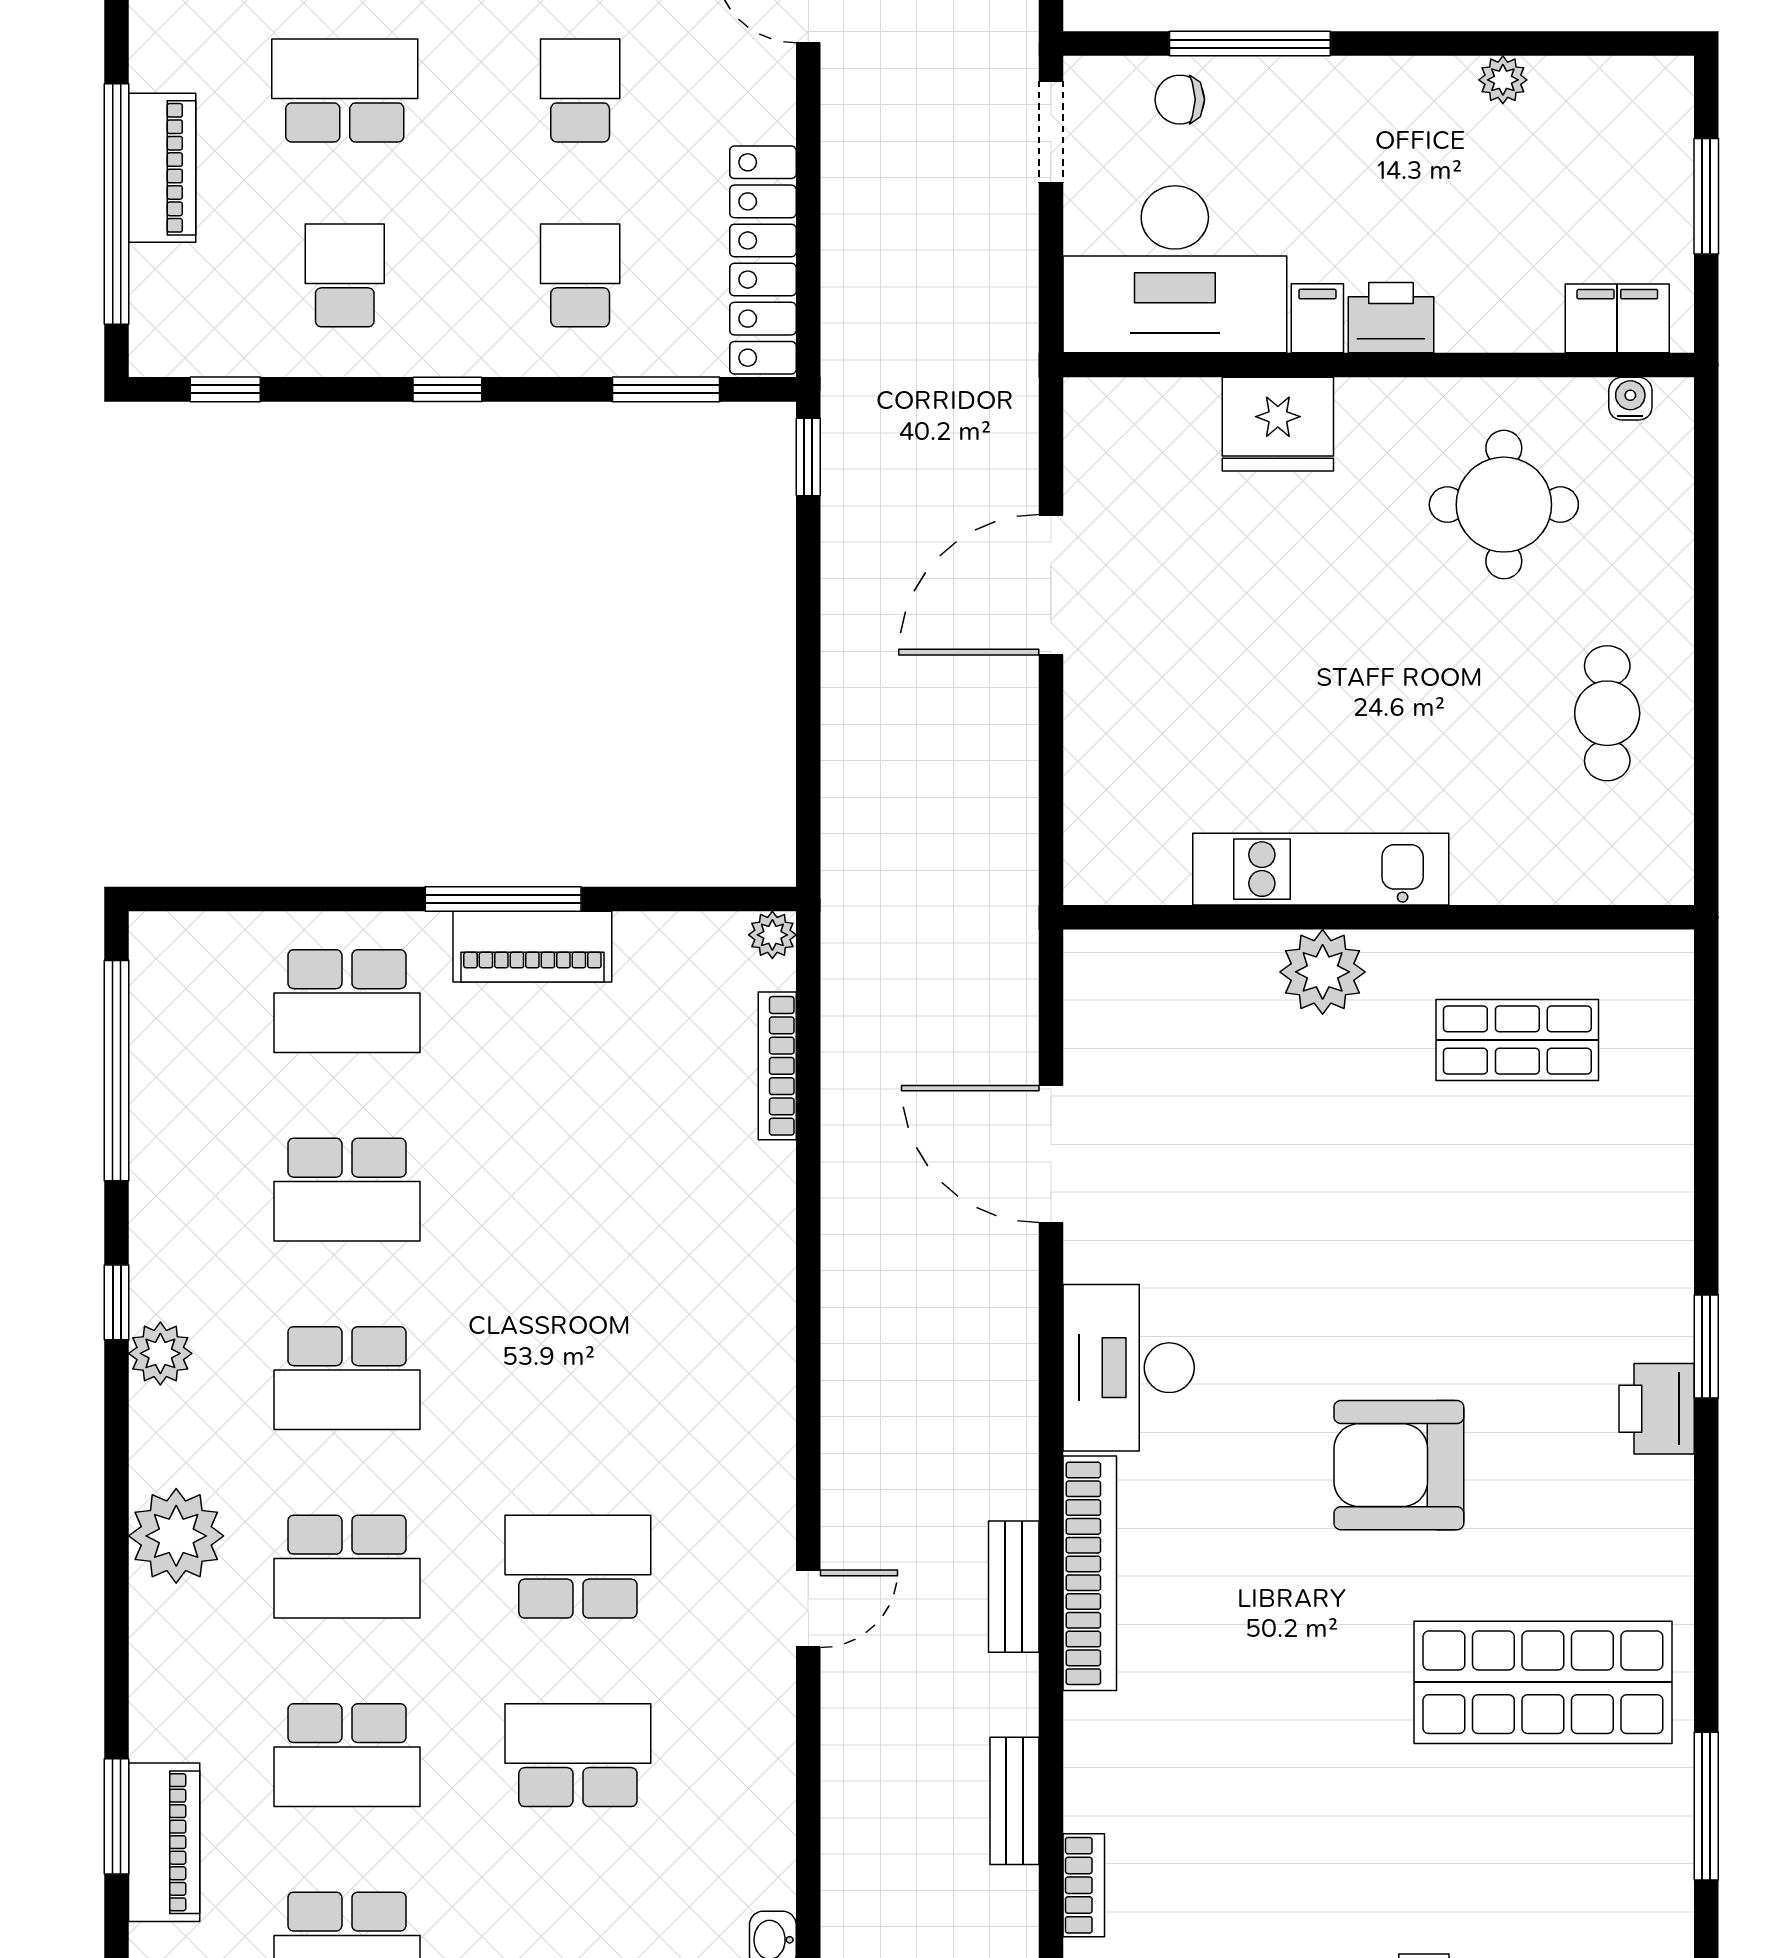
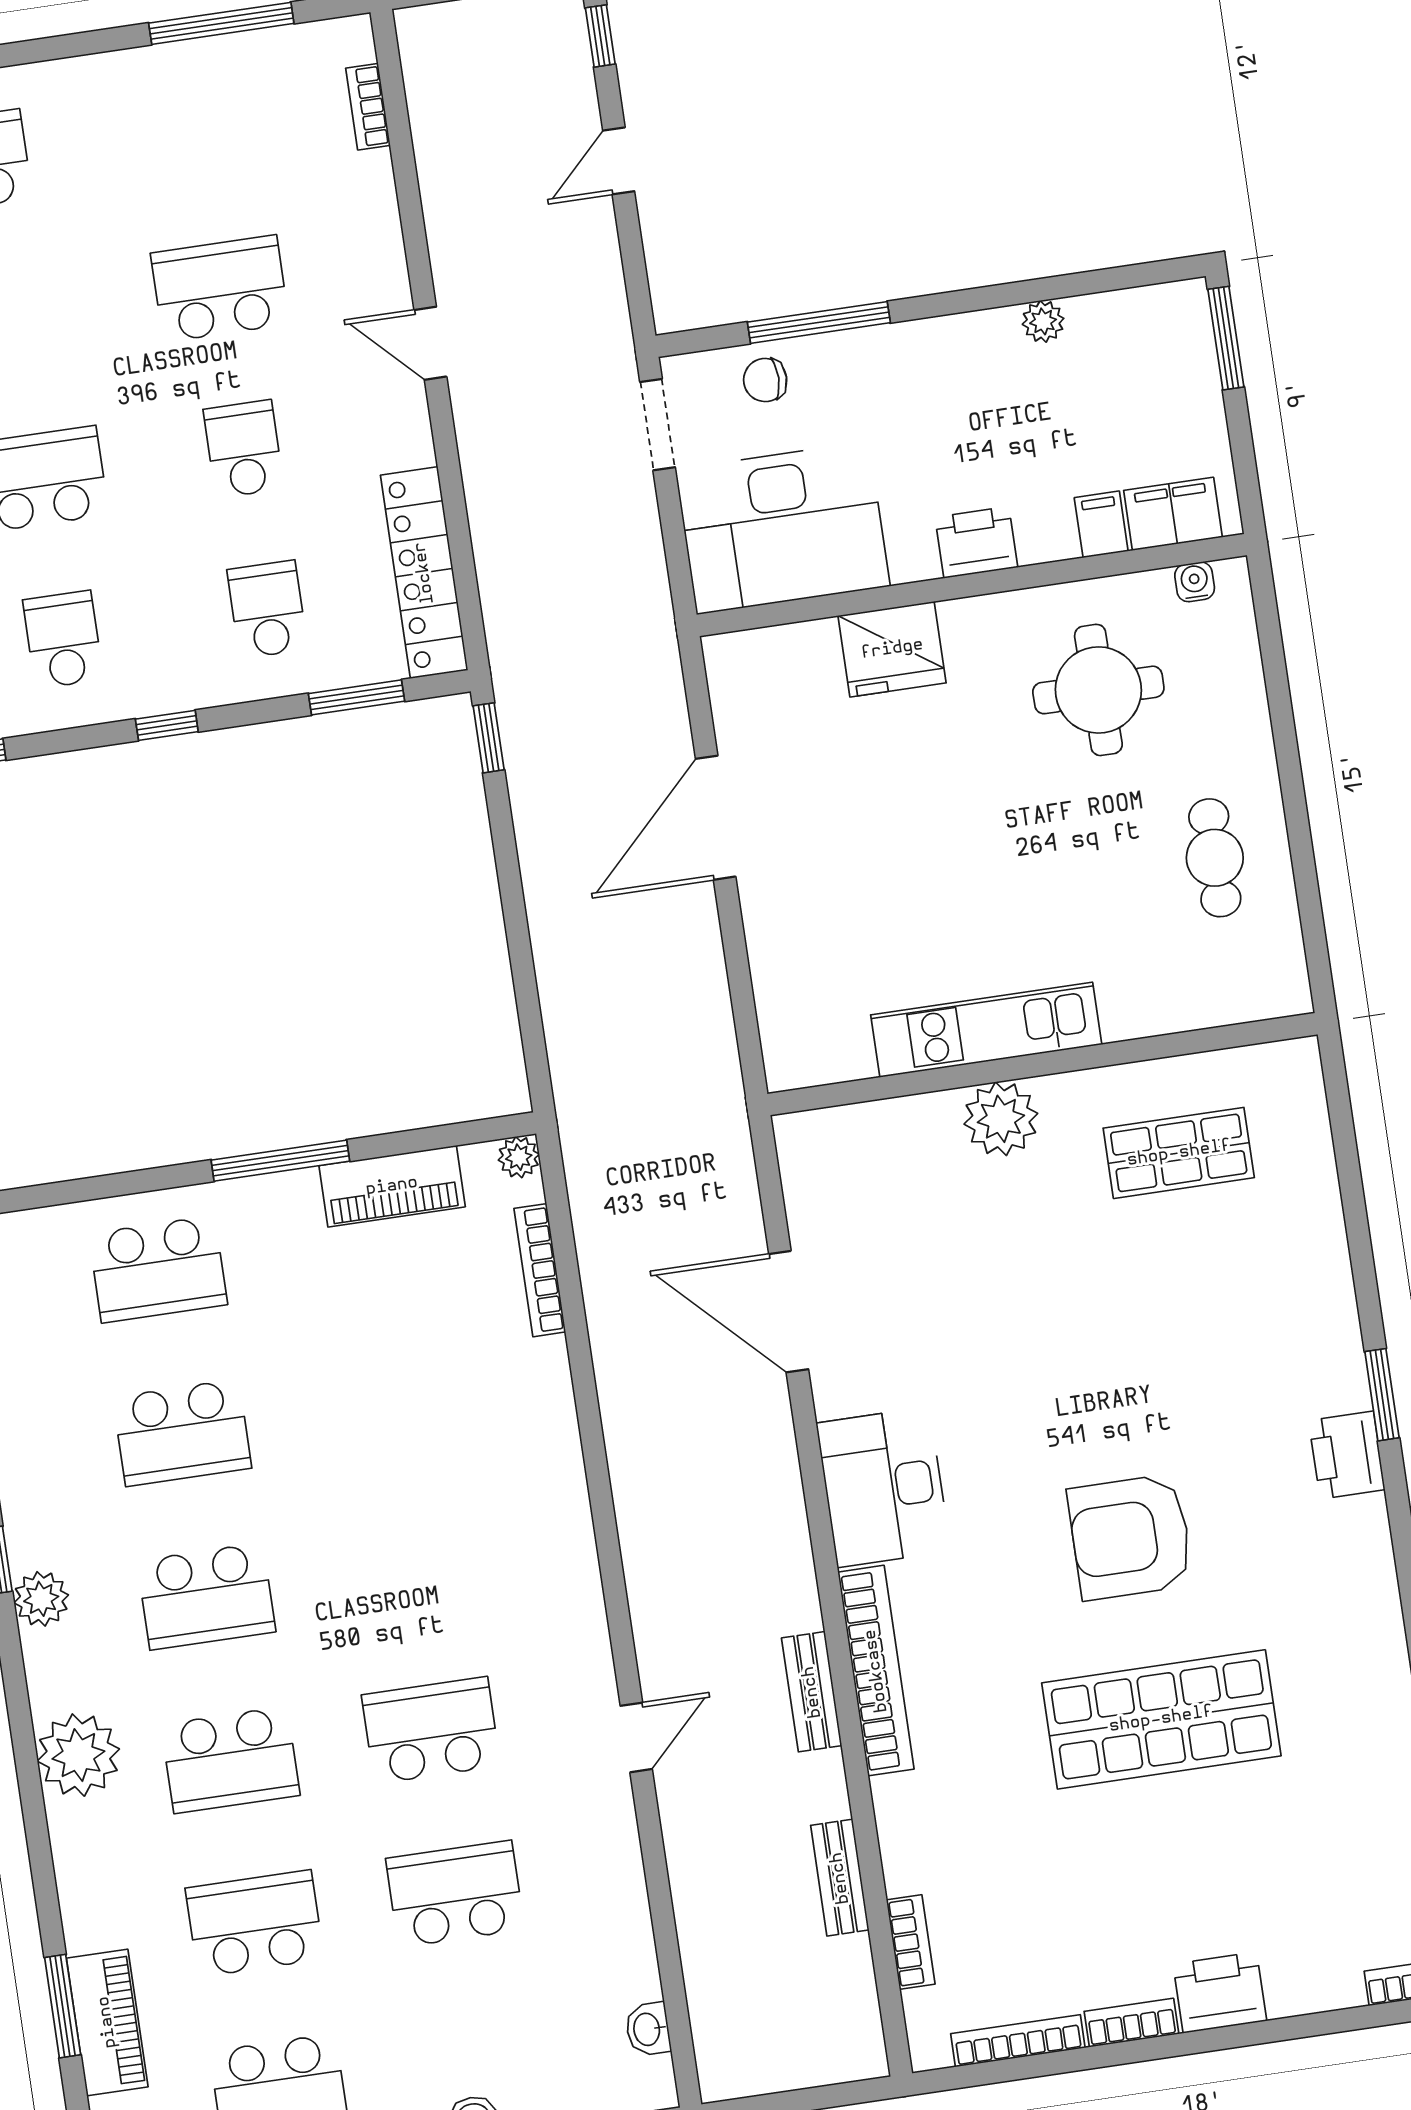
window: (1706, 196) -> (1226, 338), moved
filing cabinet: (1317, 318) -> (1101, 524), moved
piano: (532, 947) -> (392, 1186), moved
shop shelf: (1543, 1682) -> (1161, 1719), moved
school desk: (347, 1755) -> (255, 1923), turned 180

